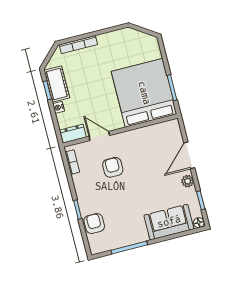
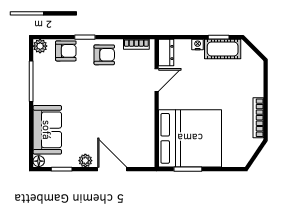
bookcase: (78, 45) -> (258, 118), moved
armchair: (113, 167) -> (104, 55), moved
plant: (96, 248) -> (40, 46), added

